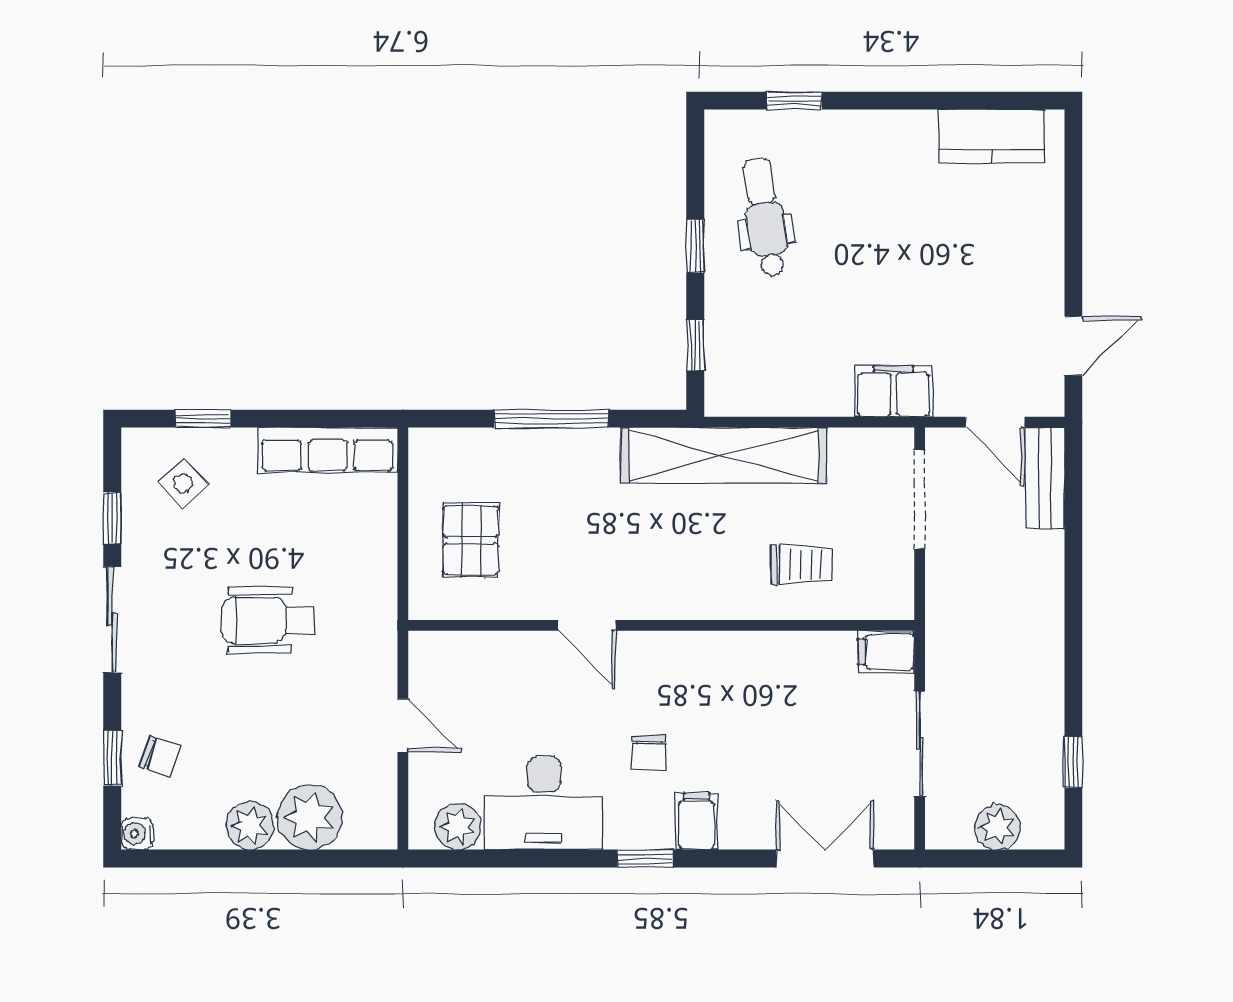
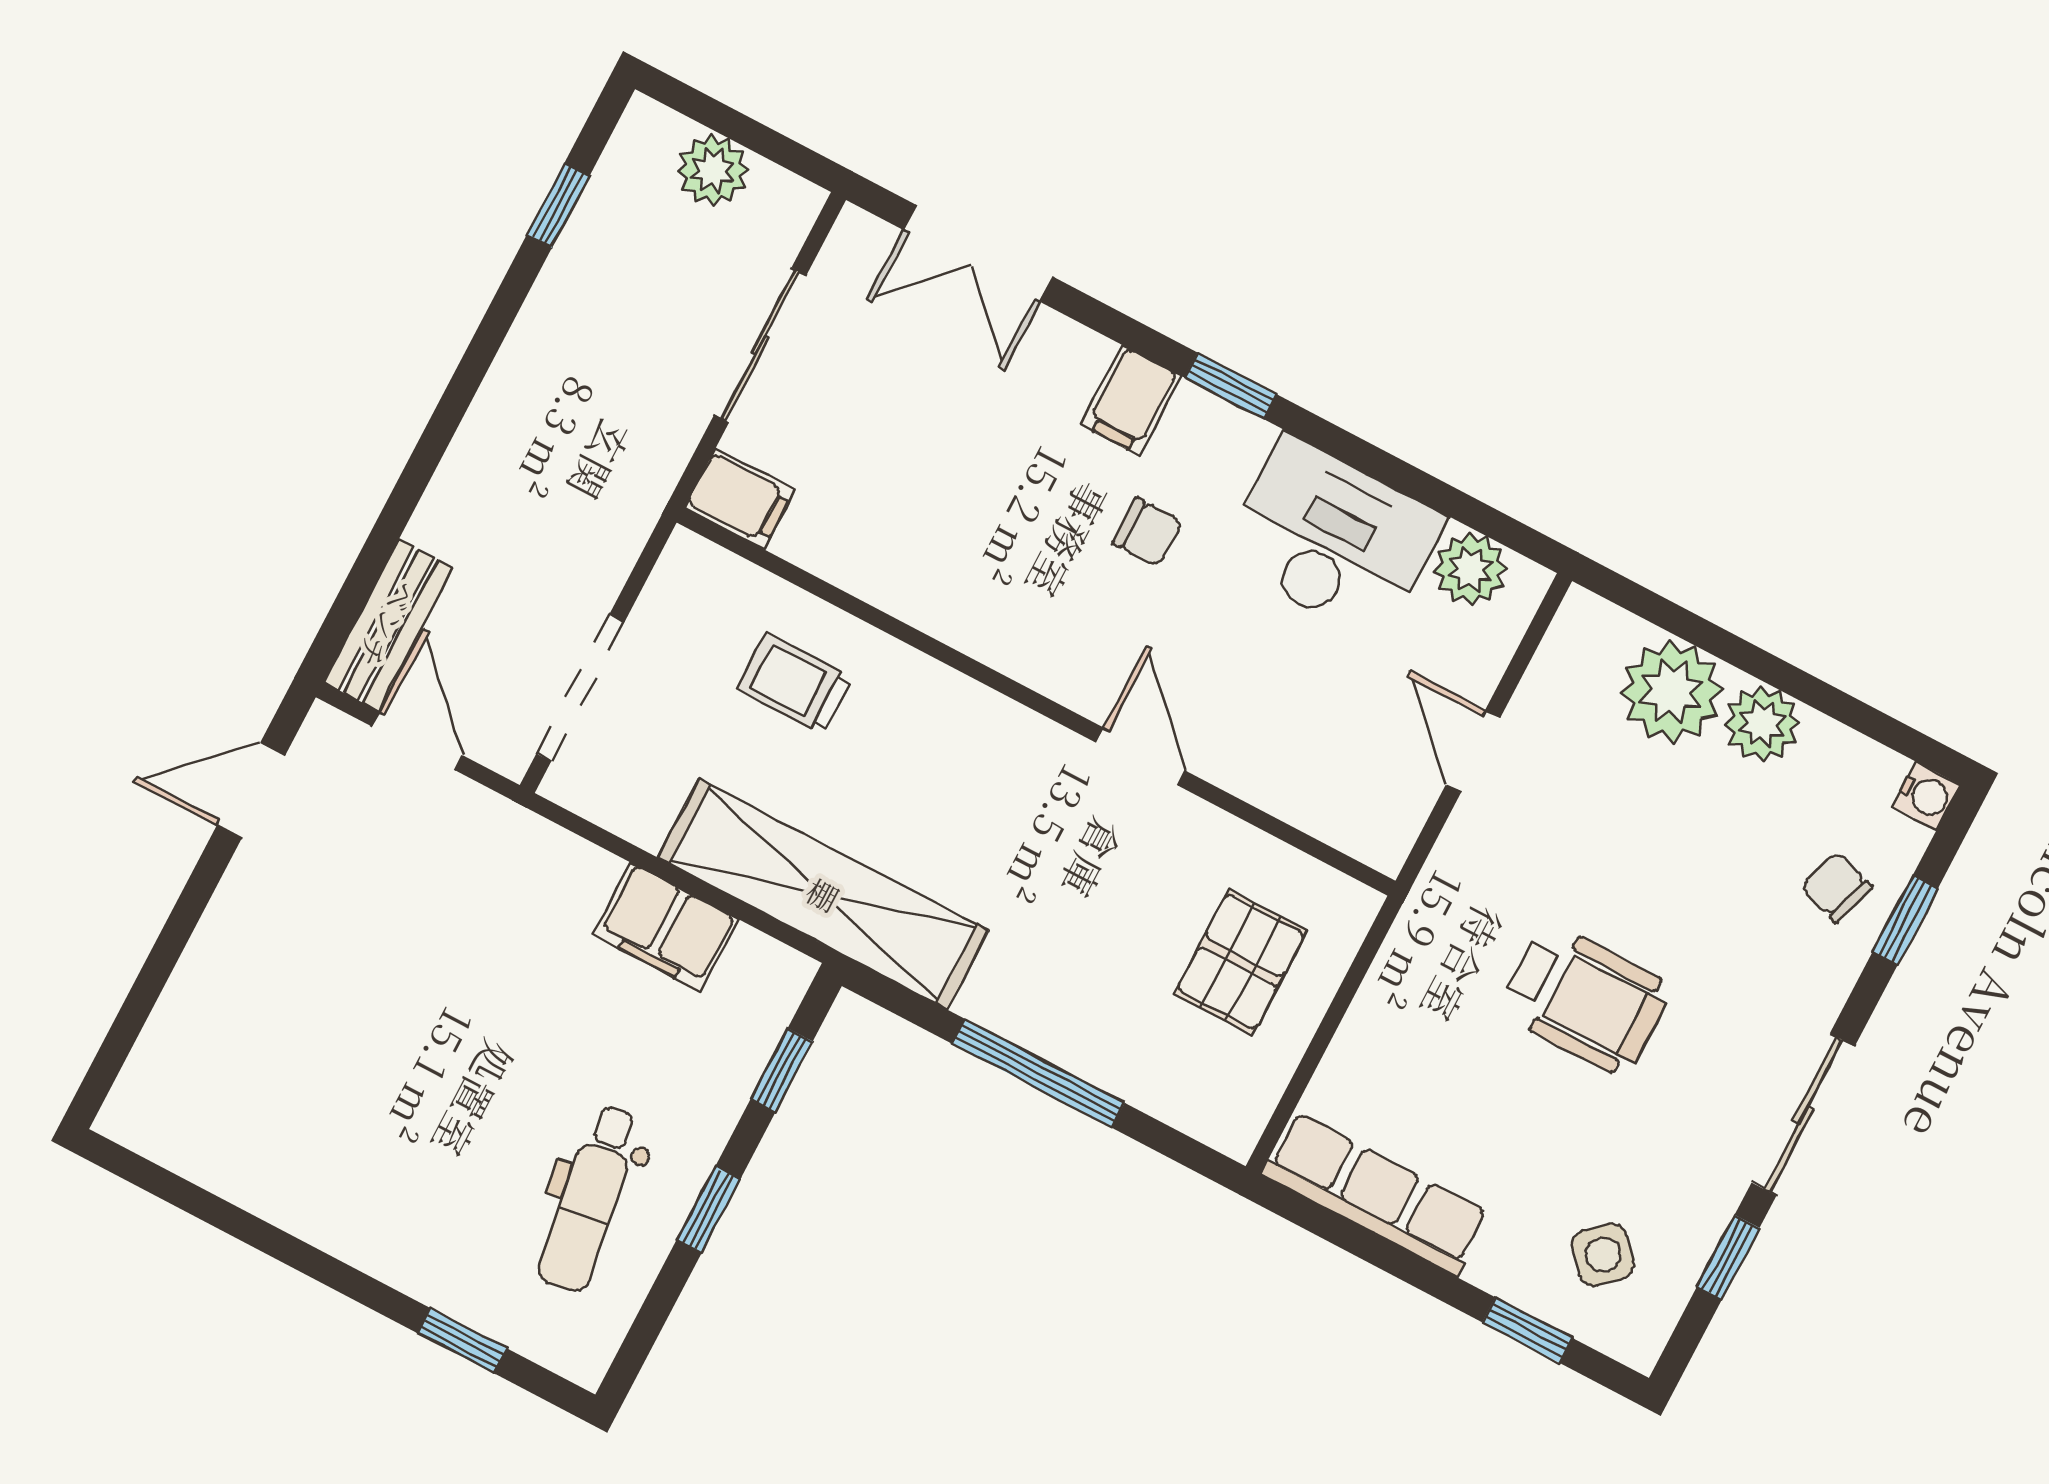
kitchen counter: (992, 136) -> (211, 1145), removed
filing cabinet: (894, 391) -> (666, 927), moved
chair: (649, 753) -> (1147, 532), turned 90

